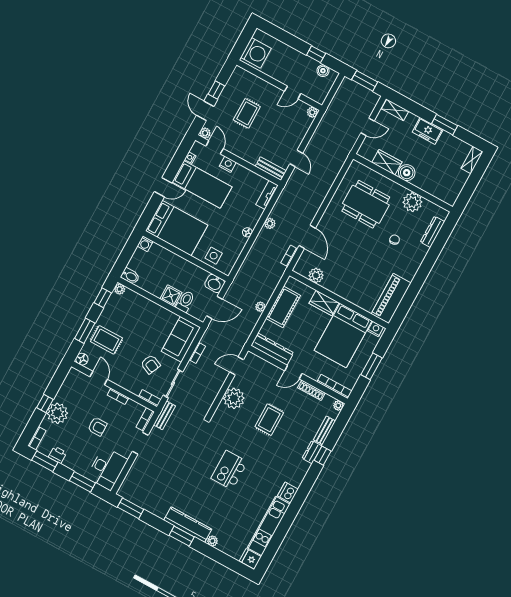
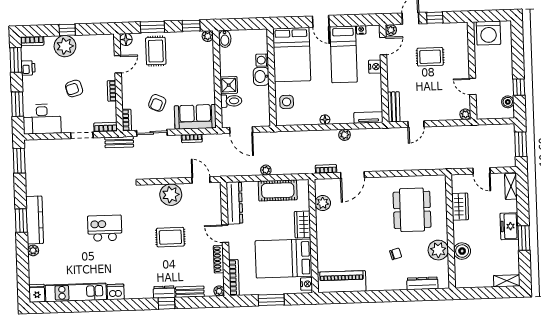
boiler: (407, 173) -> (462, 251), moved
washing machine: (145, 244) -> (262, 60), moved
washbasin: (215, 283) -> (261, 76), moved
armchair: (97, 427) -> (74, 88), turned 74

